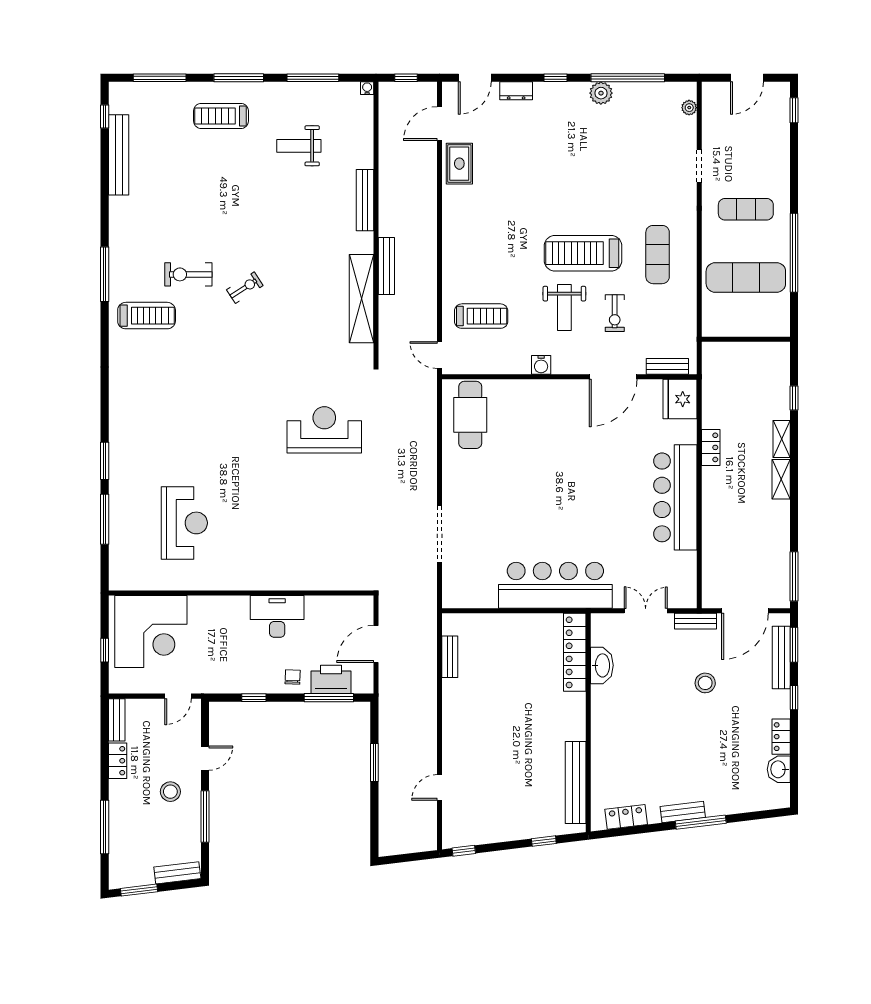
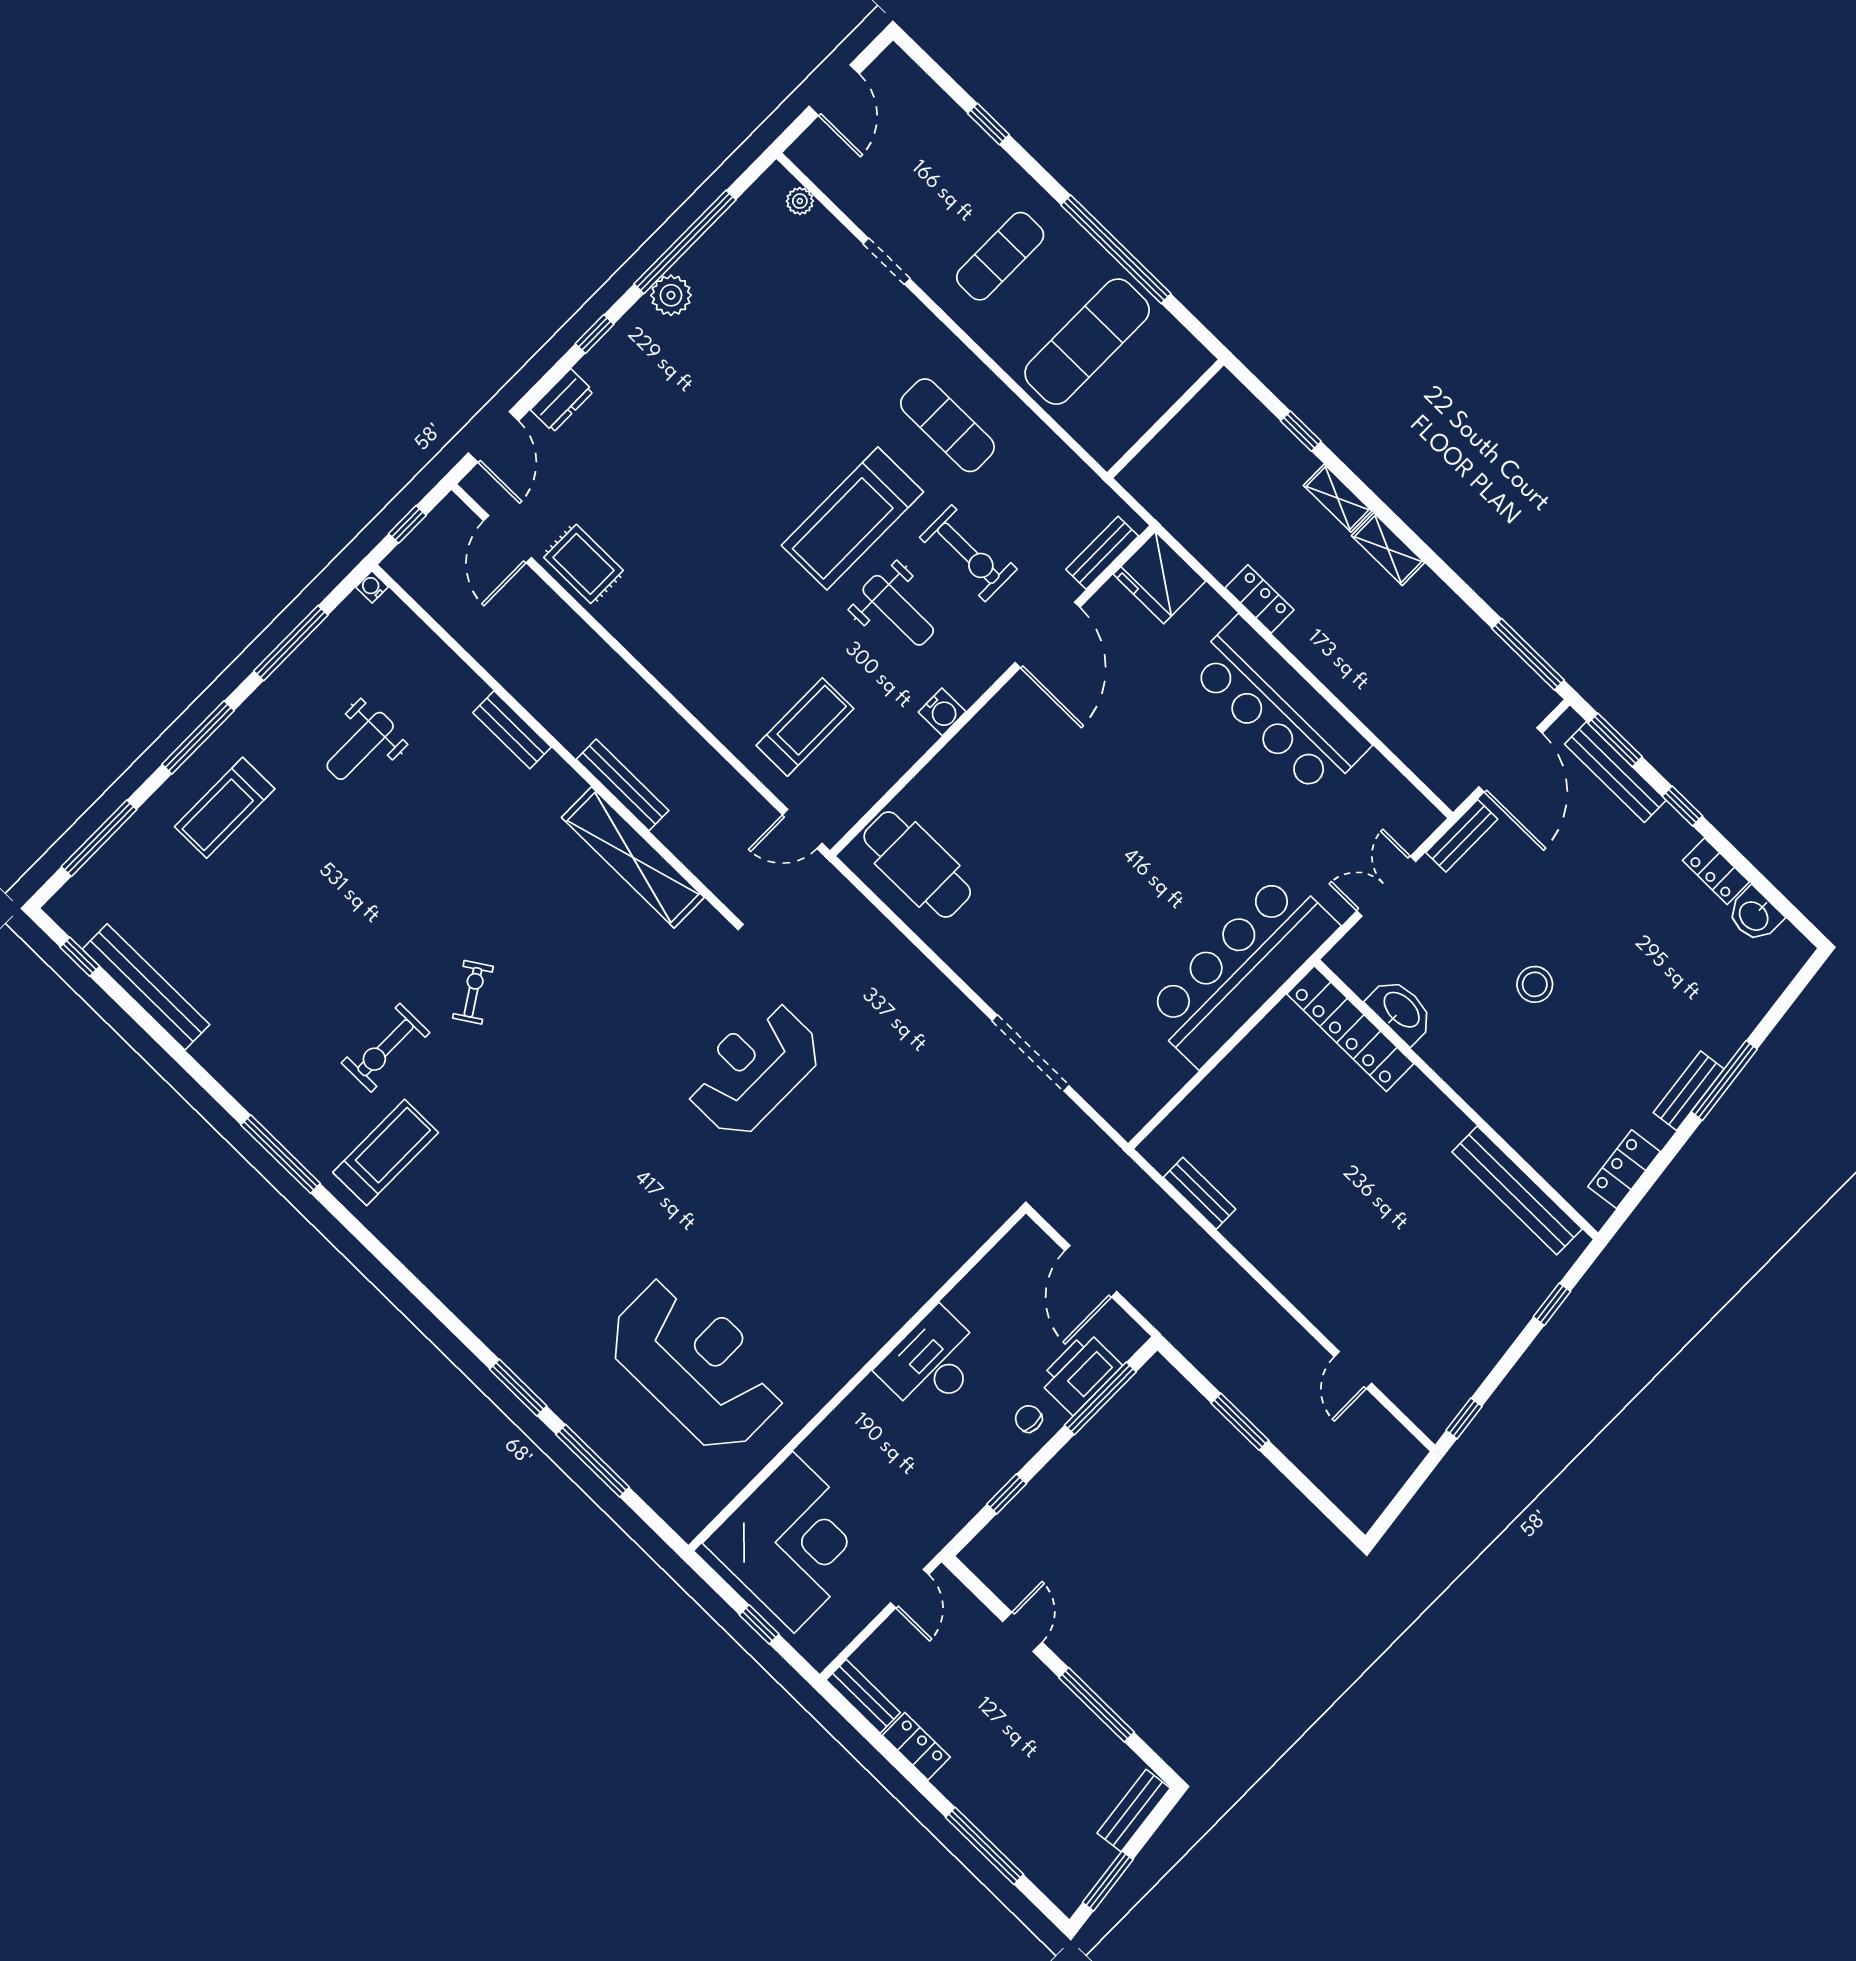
window: (794, 110) -> (988, 124), moved
bench: (365, 200) -> (512, 730), width x0.73
exercise bike: (615, 313) -> (968, 553), width x1.38, depth x1.39
reception desk: (184, 523) -> (697, 1364), width x1.36, depth x1.30
stool: (705, 683) -> (1535, 984), moved
stool: (170, 792) -> (1022, 1718), removed

